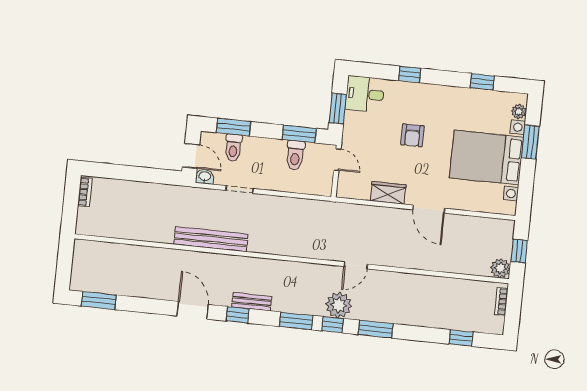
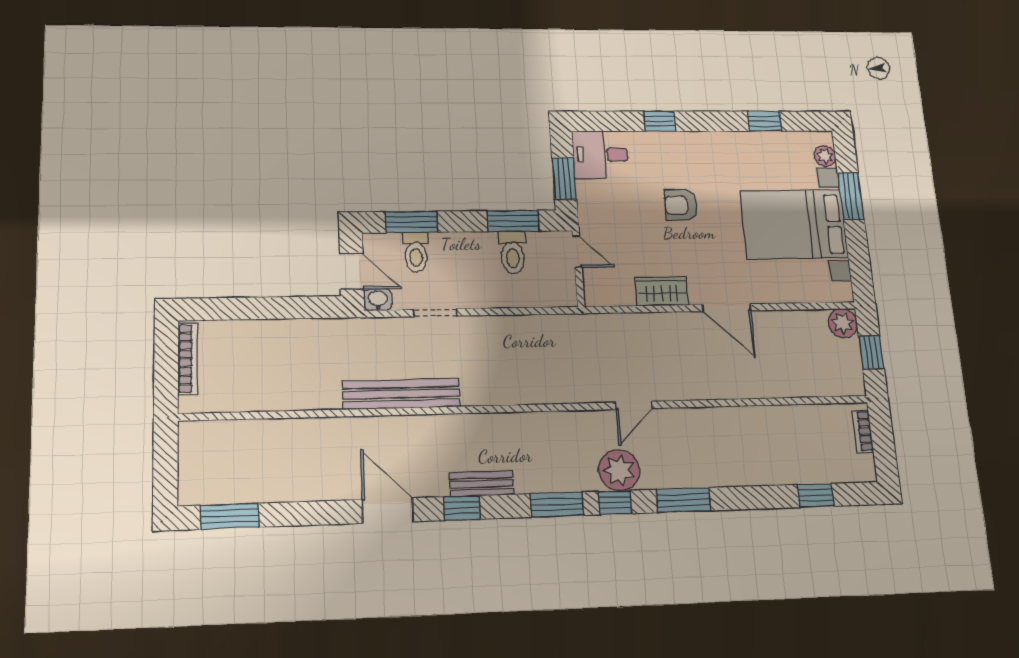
armchair: (412, 135) -> (681, 205), turned 90
bookcase: (85, 192) -> (188, 358), width x1.56
plant: (500, 268) -> (843, 323), moved

